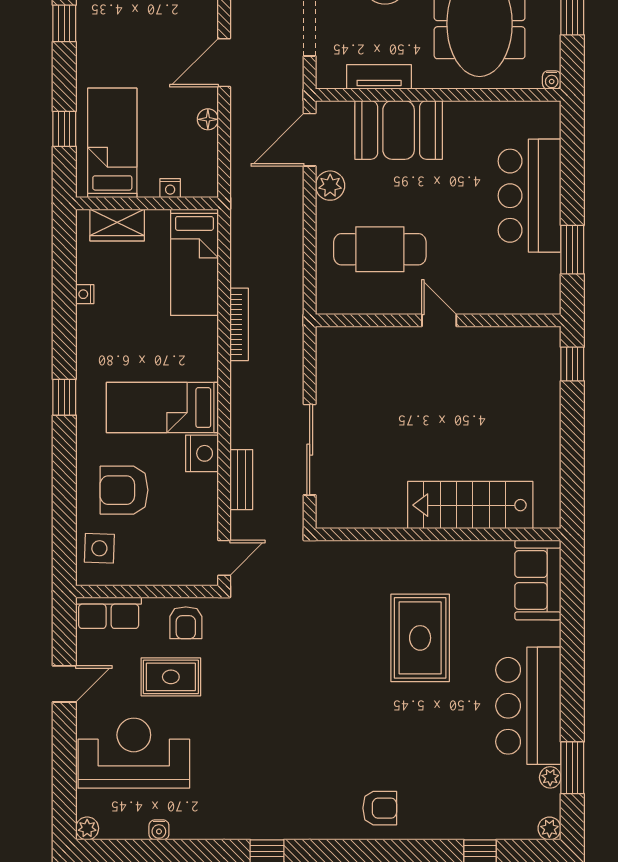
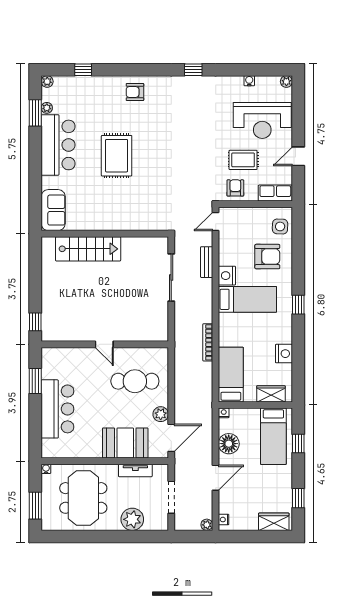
floor lamp: (208, 119) -> (229, 444), width x1.89, depth x1.89
nightstand: (170, 188) -> (224, 413), moved
nightstand: (85, 294) -> (284, 354), width x1.89, depth x1.79
rug: (420, 638) -> (117, 156), moved

